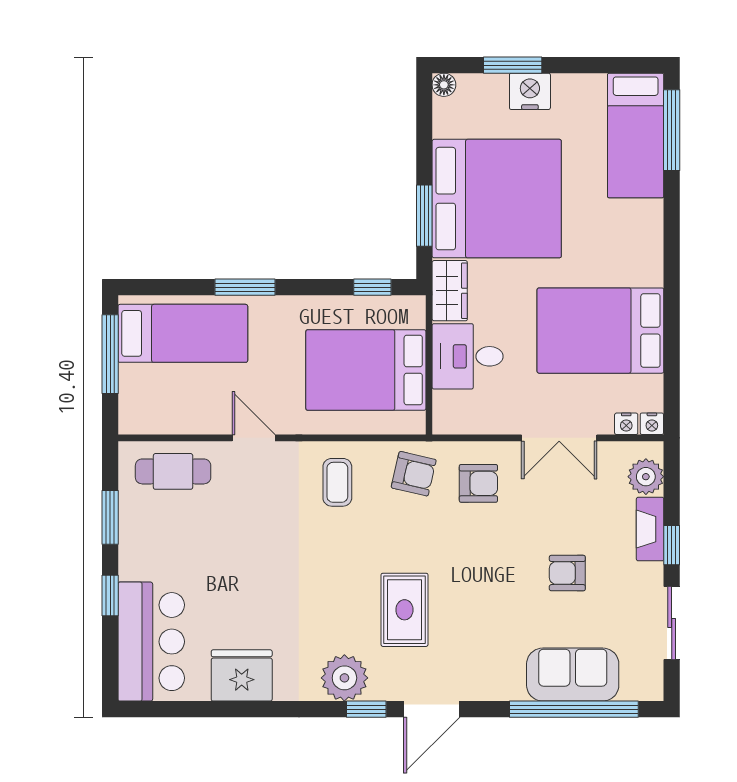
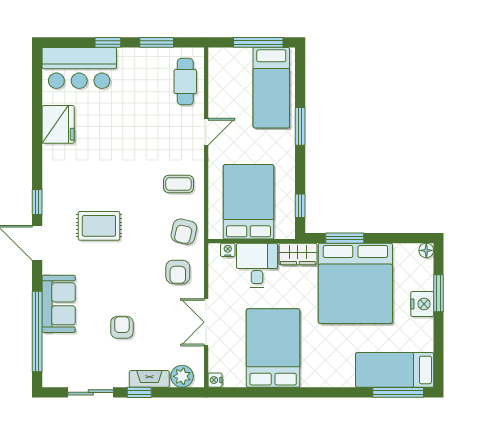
nightstand: (626, 424) -> (228, 250), moved, turned 90
sofa: (573, 675) -> (59, 304), moved
plant: (344, 678) -> (57, 188), removed

